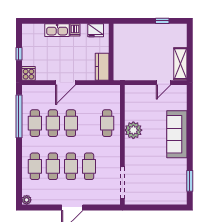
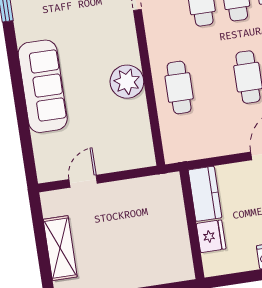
fridge: (96, 30) -> (211, 236), moved, turned 90
shelving: (180, 64) -> (60, 248), moved

